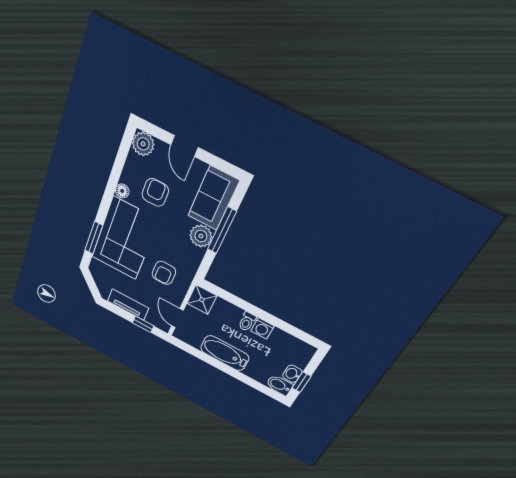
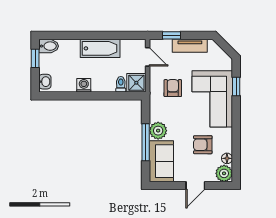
door: (184, 146) -> (195, 186), swing flipped
floor lamp: (122, 191) -> (227, 158), moved
armchair: (155, 192) -> (203, 145), turned 90
window: (94, 238) -> (236, 86), width x0.67
toilet: (247, 322) -> (121, 84), moved
washbasin: (292, 374) -> (45, 82), moved

